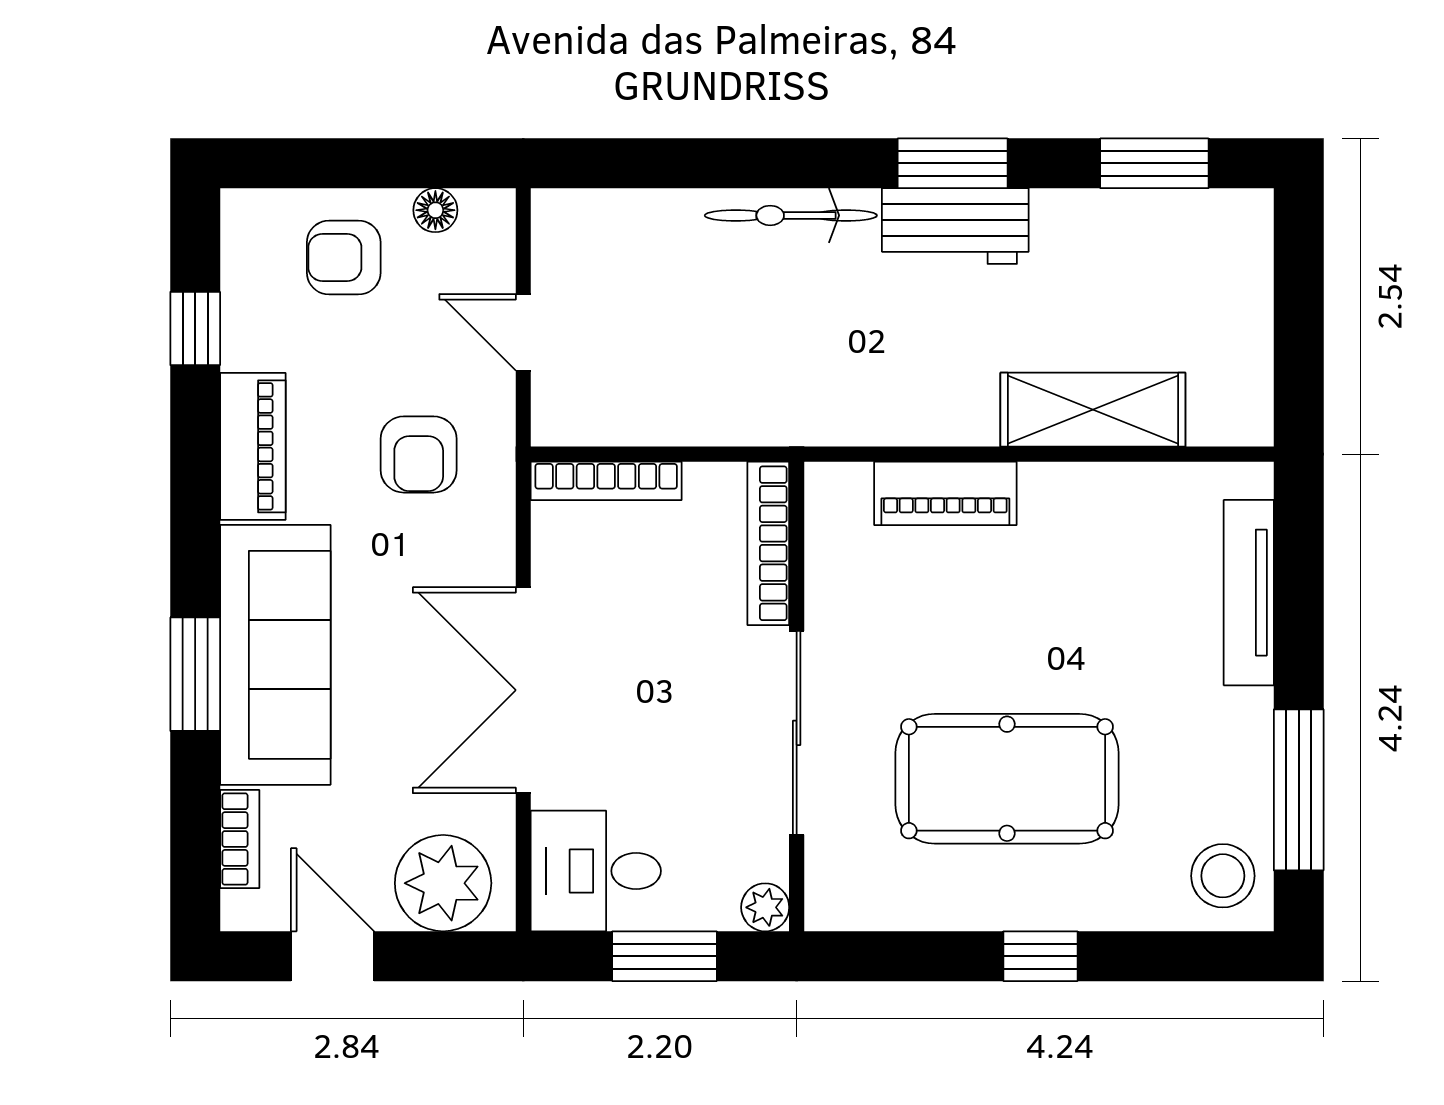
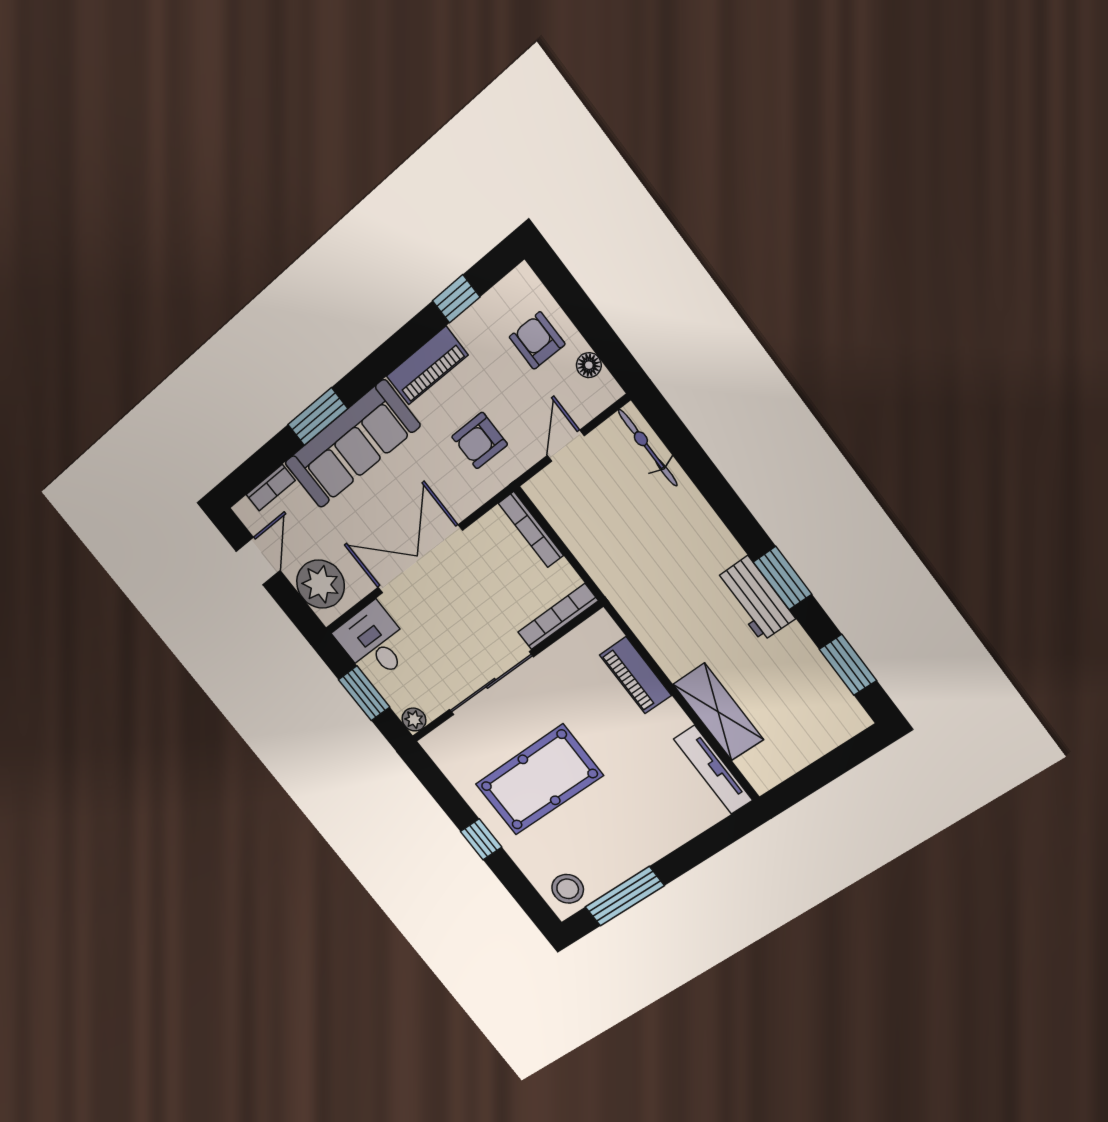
bicycle: (791, 215) -> (648, 448), moved
tv unit: (1249, 593) -> (713, 770), moved, turned -90
pool table: (1007, 779) -> (539, 780), turned 90

